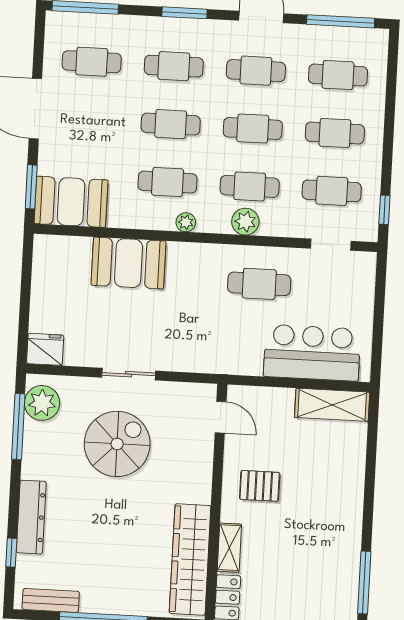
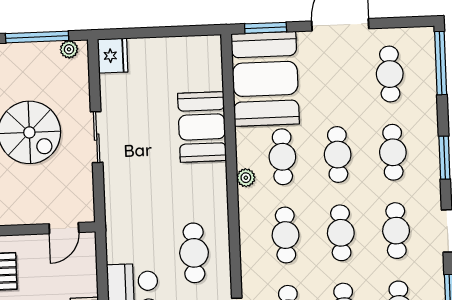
booth: (71, 202) -> (265, 79), width x1.36, depth x1.42
plant: (245, 222) -> (252, 234), removed
plant: (42, 403) -> (69, 49), width x0.53, depth x0.53

